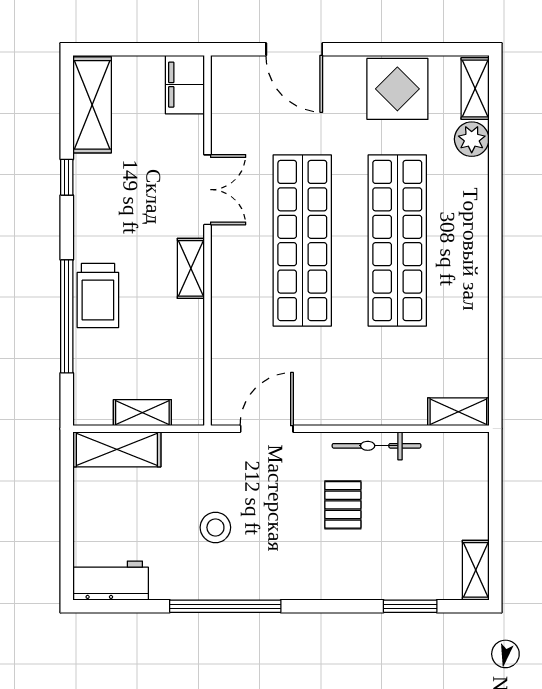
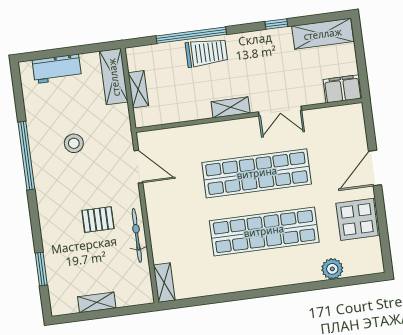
door: (294, 49) -> (375, 168), moved
shelving: (475, 89) -> (364, 267), removed
trolley: (98, 296) -> (206, 53), turned 180
shelving: (476, 570) -> (97, 302), moved
workbench: (111, 581) -> (57, 69), moved, turned 90

